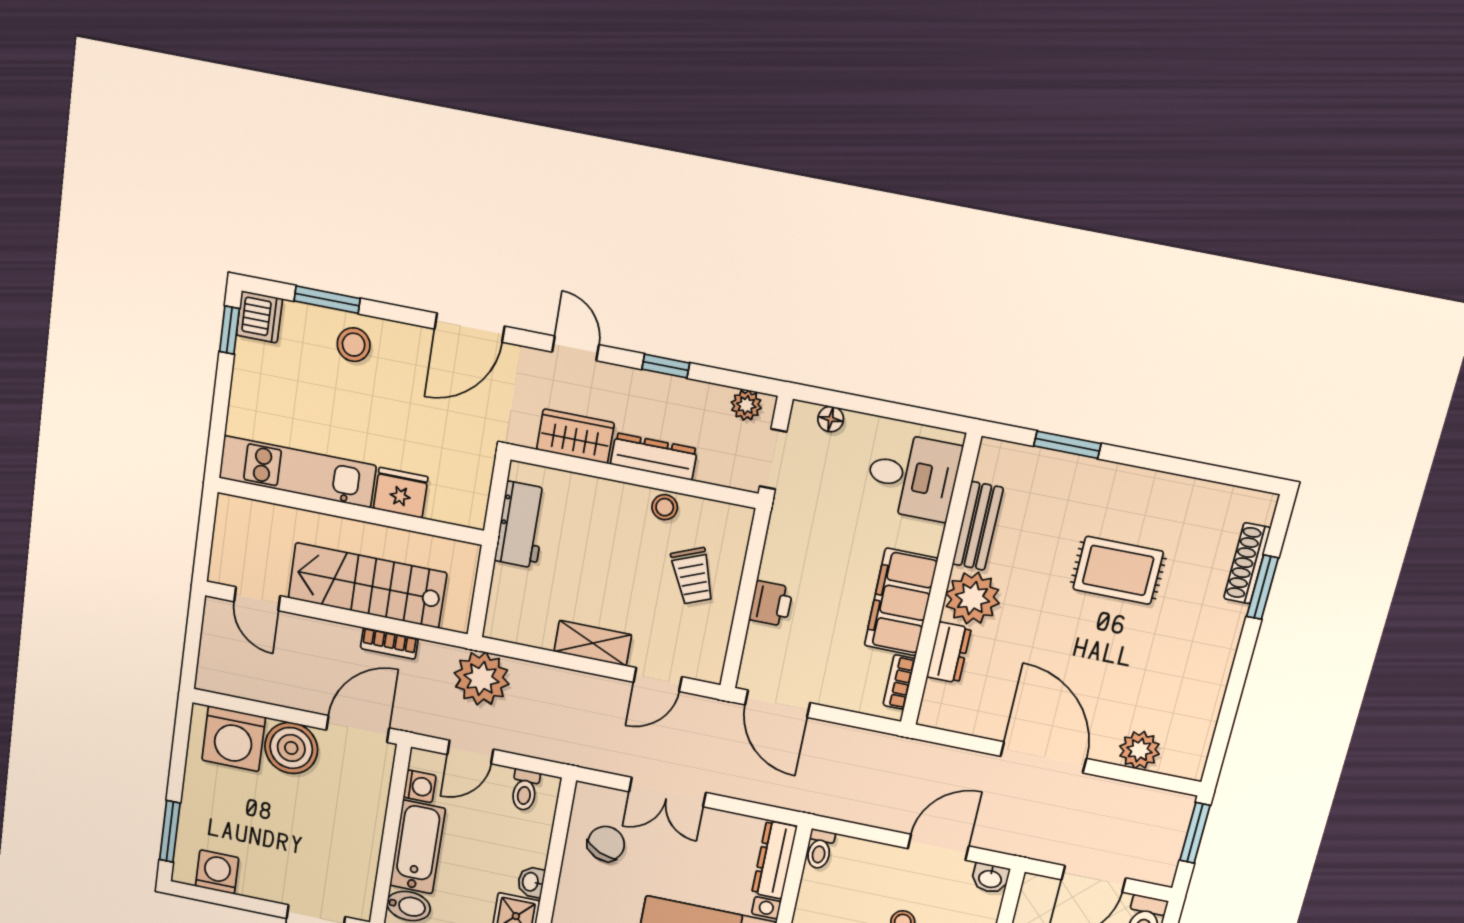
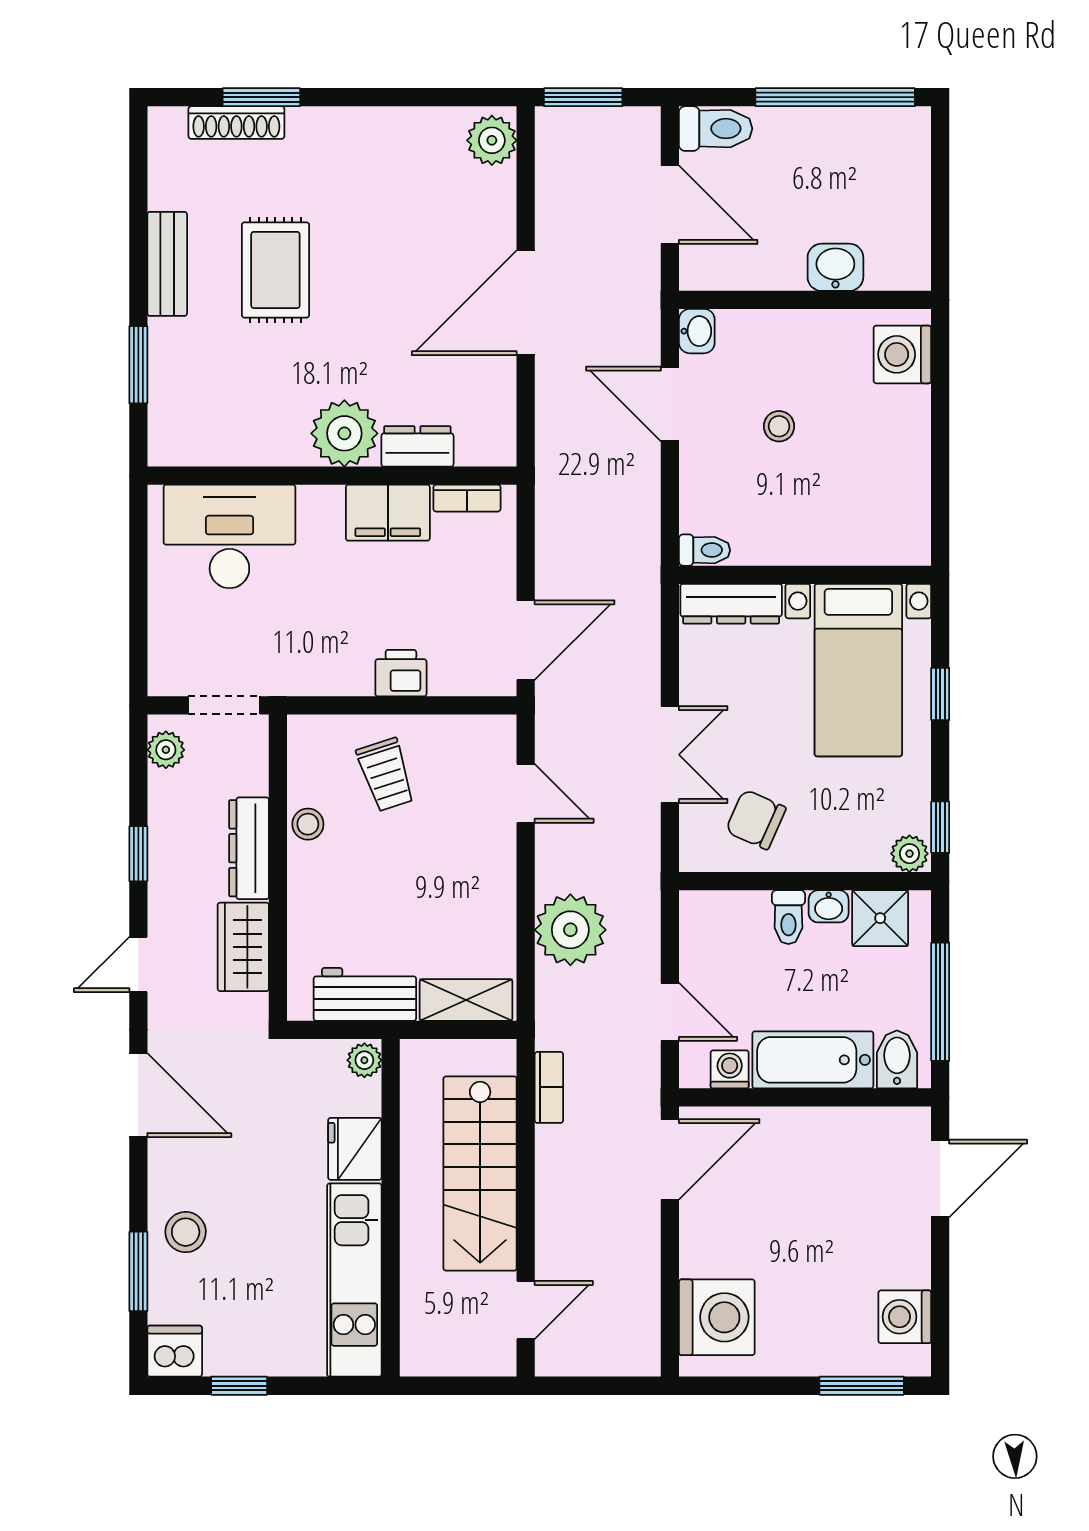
window: (229, 330) -> (239, 1386), moved
floor lamp: (831, 419) -> (163, 647), removed
desk: (913, 476) -> (229, 536), width x1.37
plant: (469, 514) -> (364, 1060), added
bench: (978, 526) -> (167, 264), moved, turned 90
trolley: (693, 576) -> (386, 775), turned 94
filing cabinet: (901, 602) -> (388, 513), width x0.67, depth x0.86
bookcase: (389, 643) -> (549, 1087), moved
shelving: (593, 643) -> (466, 1000), moved, turned 90
plant: (481, 679) -> (570, 930), moved
door: (358, 729) -> (670, 1159), swing flipped
boiler: (291, 748) -> (713, 1241), removed
plant: (1139, 750) -> (492, 140), moved
toilet: (525, 790) -> (788, 917), moved, turned 90

